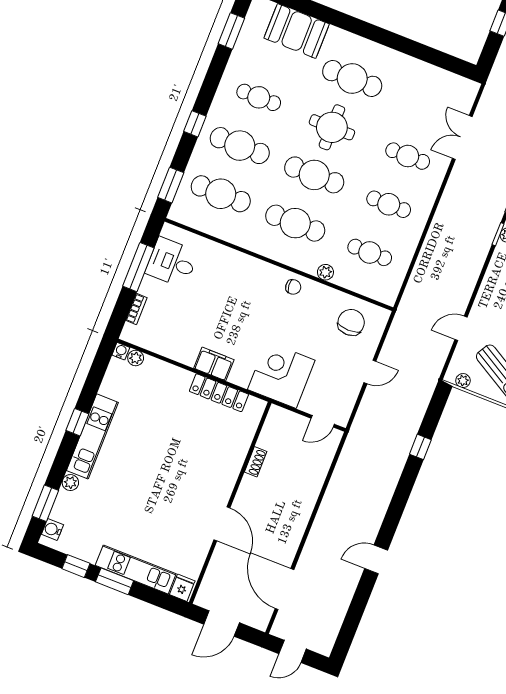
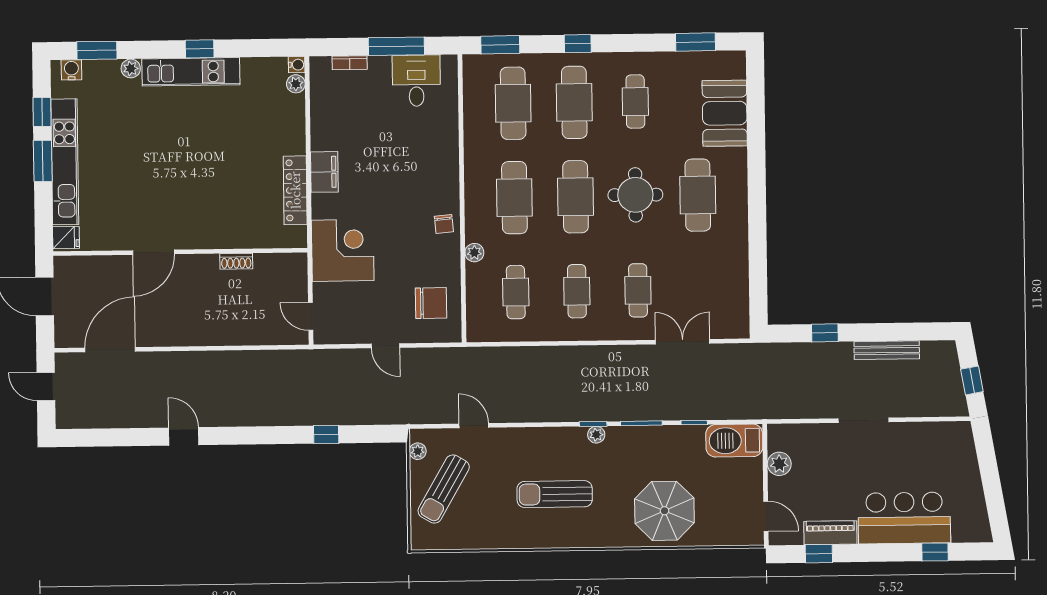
kitchen unit: (136, 570) -> (65, 162), width x1.36

